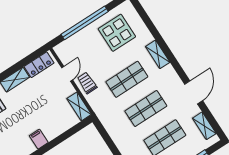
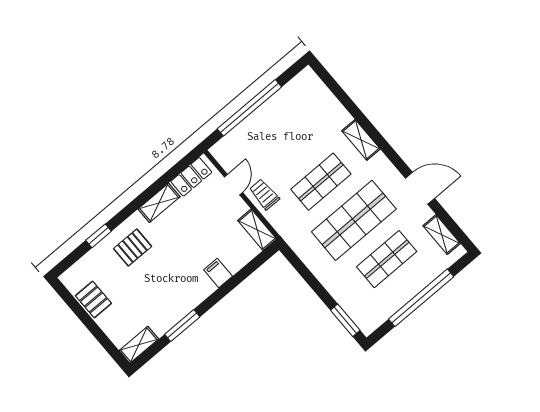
display table: (117, 33) -> (298, 116), removed
door: (194, 92) -> (420, 188), hinge flipped
shop shelf: (146, 109) -> (354, 220), width x1.43, depth x1.36
filing cabinet: (39, 139) -> (218, 273), moved

